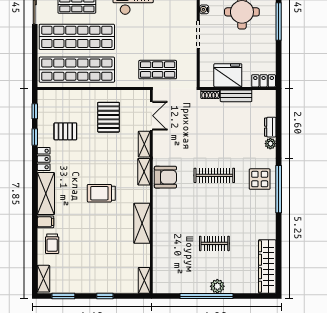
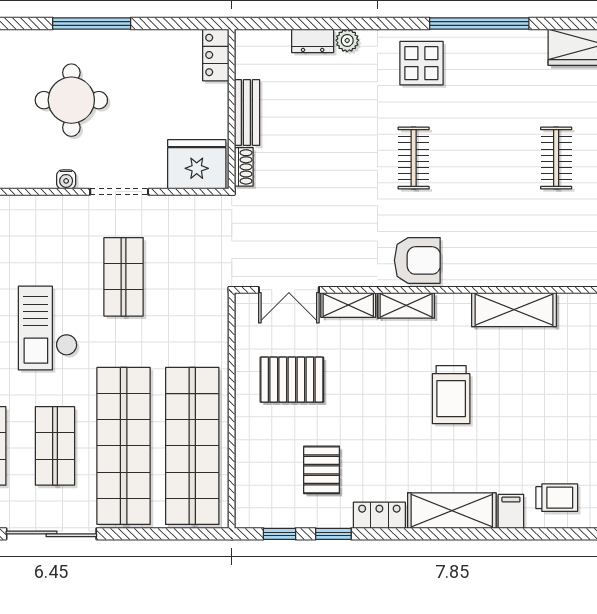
shop shelf: (158, 70) -> (124, 277), moved
fridge: (228, 75) -> (197, 164), moved, turned 90
double door: (151, 116) -> (289, 290), swing flipped
clothes rail: (214, 175) -> (414, 158), width x0.73
armchair: (165, 177) -> (417, 260), turned 90
window: (279, 189) -> (479, 23), moved

